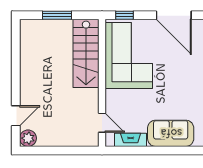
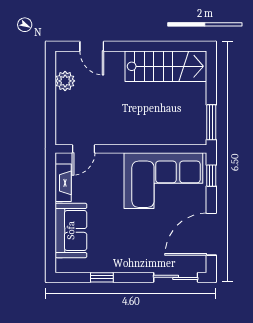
window: (57, 15) -> (211, 122), moved
stairs: (86, 53) -> (166, 66), moved, turned 180
plant: (28, 138) -> (65, 81), moved

